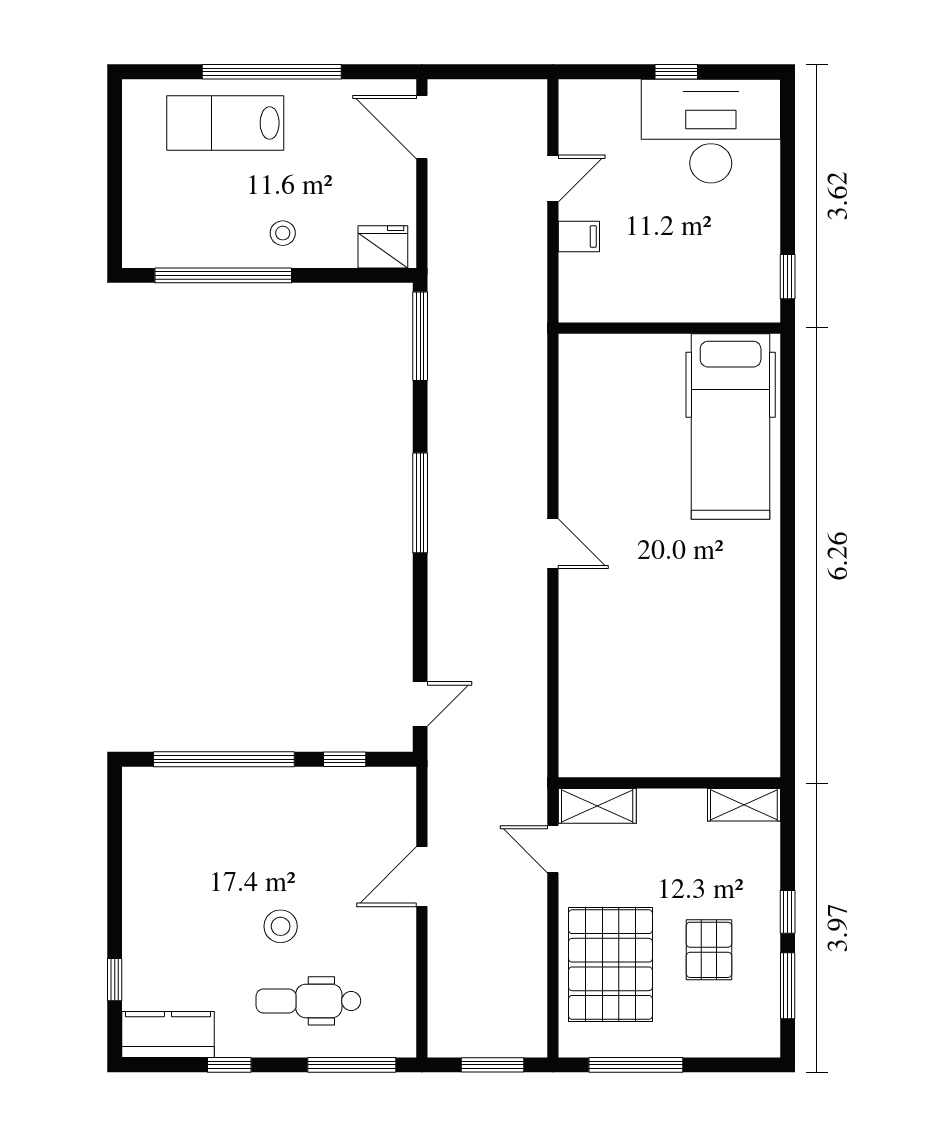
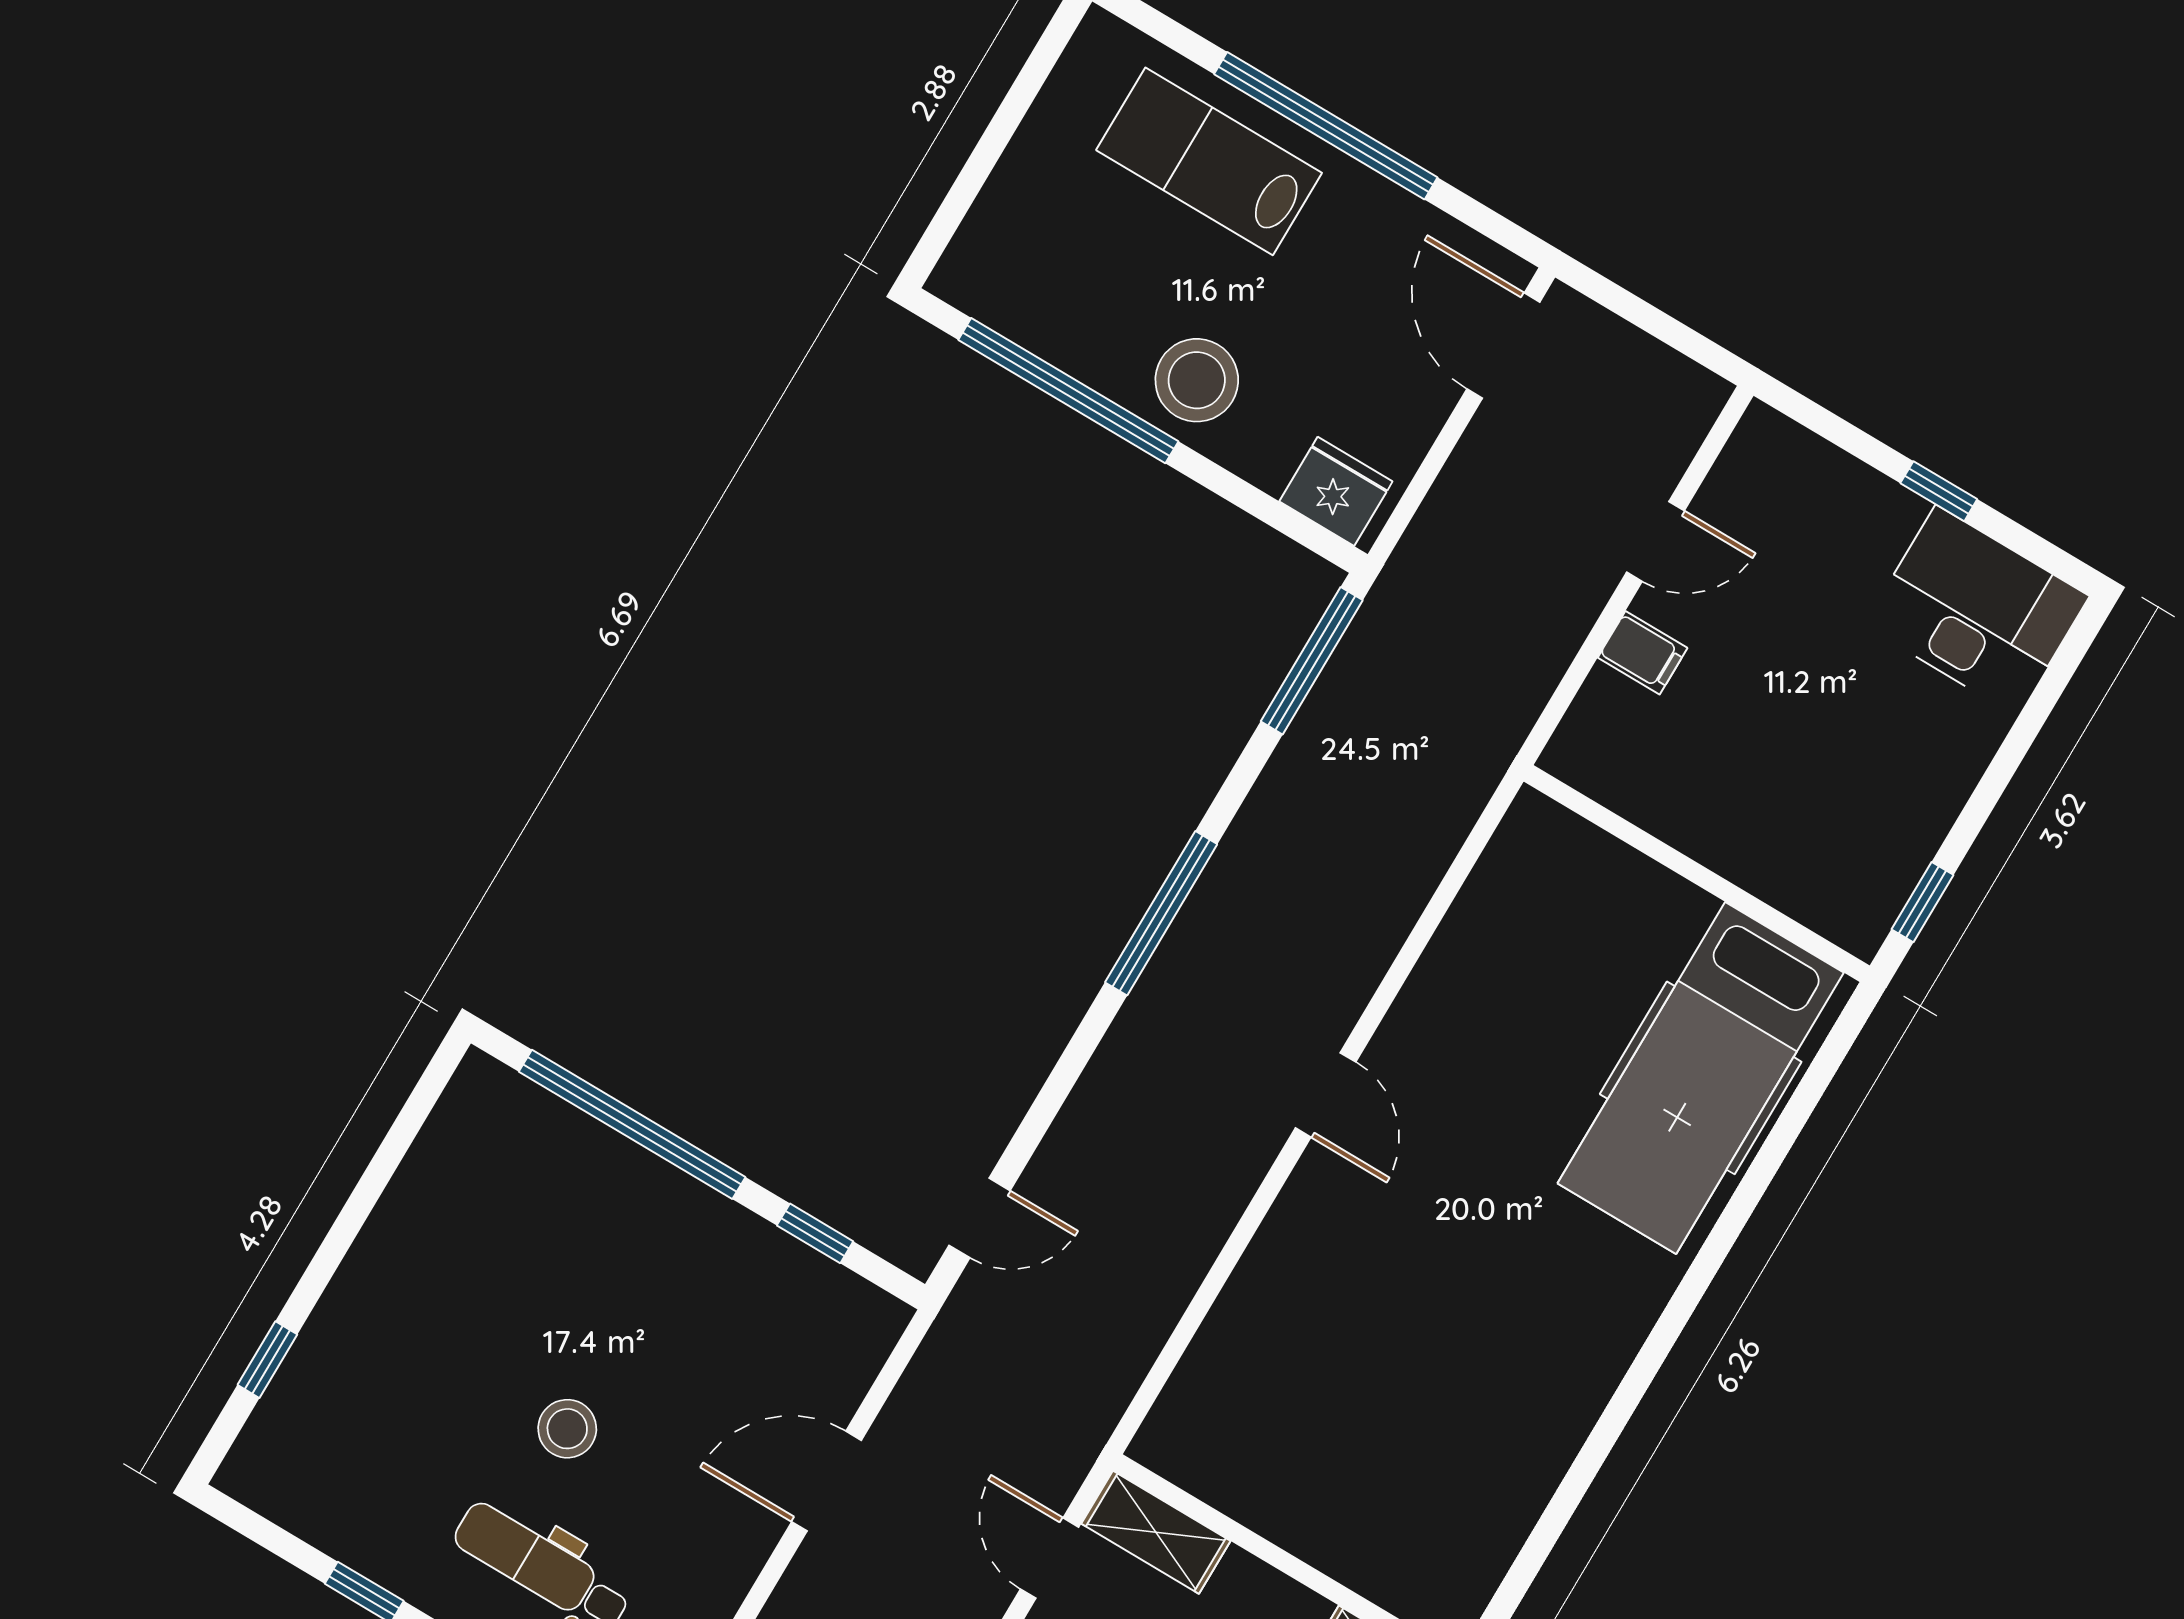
desk: (711, 131) -> (1977, 611), width x0.73, depth x0.77
stool: (283, 233) -> (1197, 380), width x1.89, depth x1.89
kitchen counter: (168, 1035) -> (299, 1491), removed

